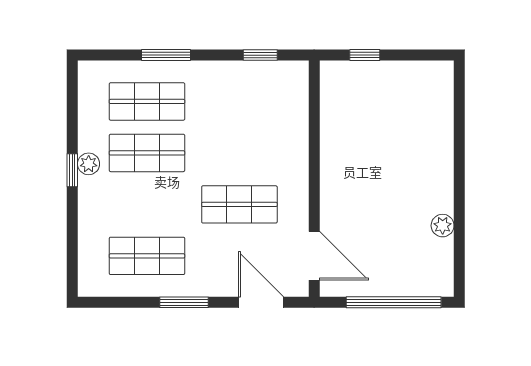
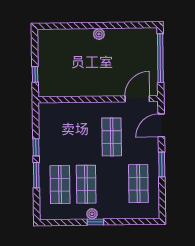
window: (260, 55) -> (36, 147), moved
plant: (443, 226) -> (99, 34), moved

